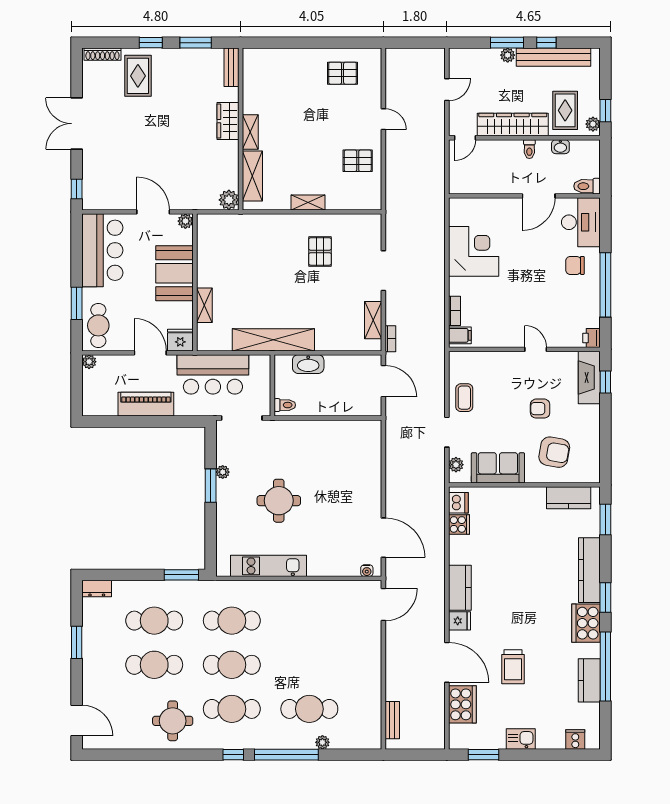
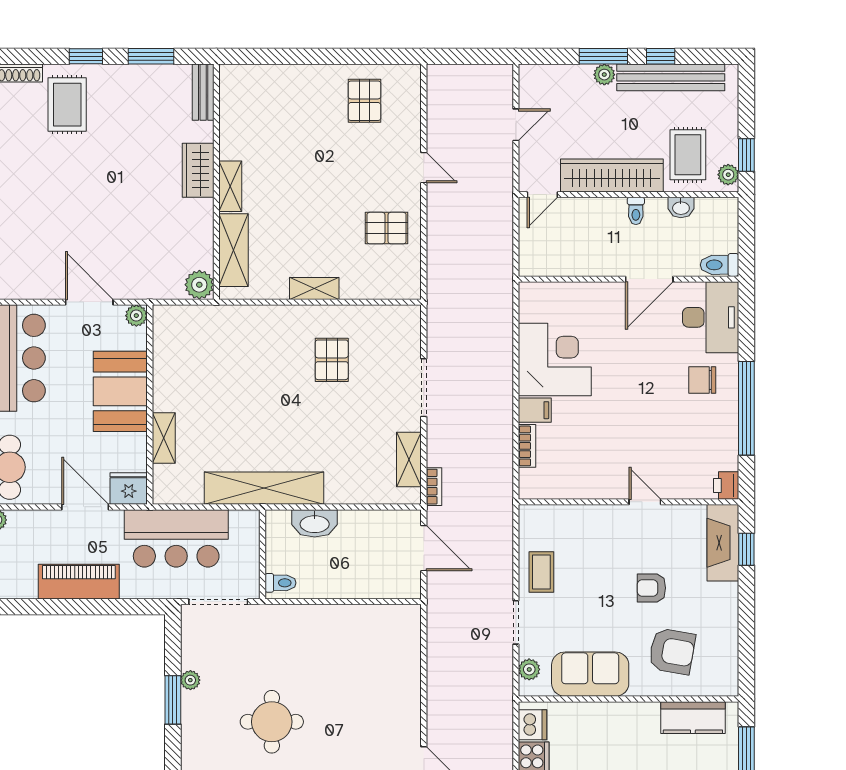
pallet: (343, 73) -> (364, 101), turned 90
filing cabinet: (460, 335) -> (535, 410), moved

